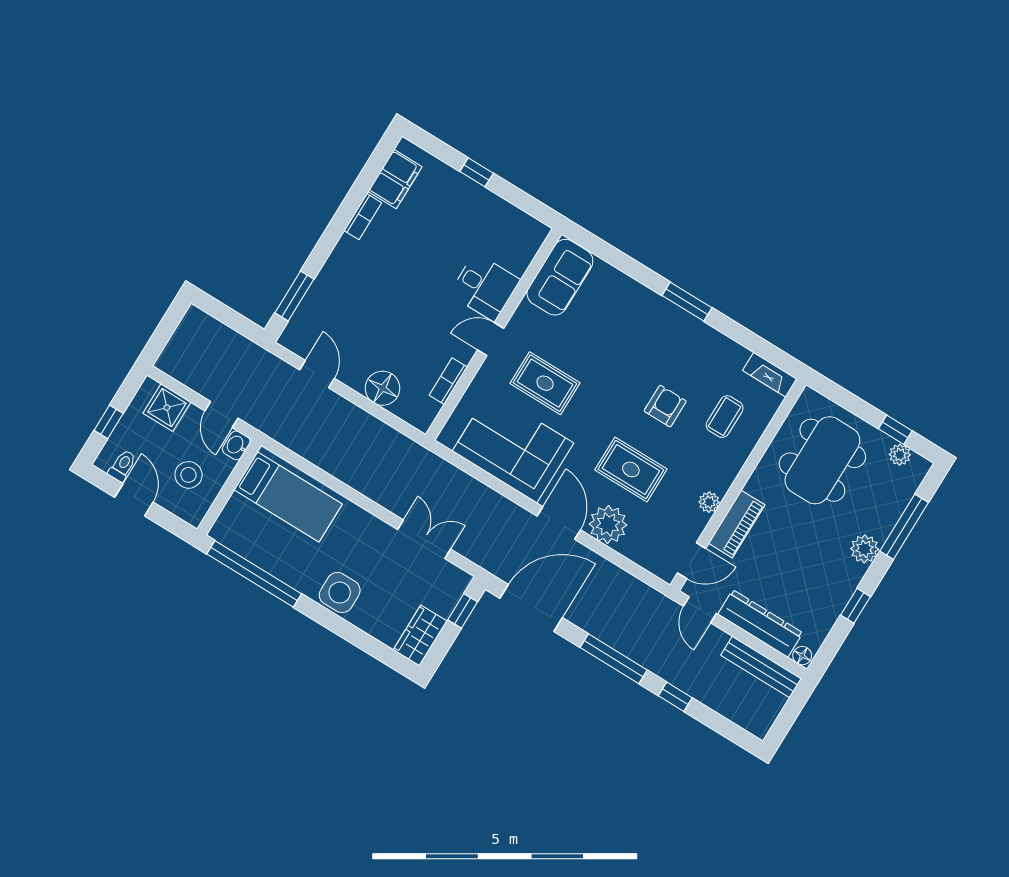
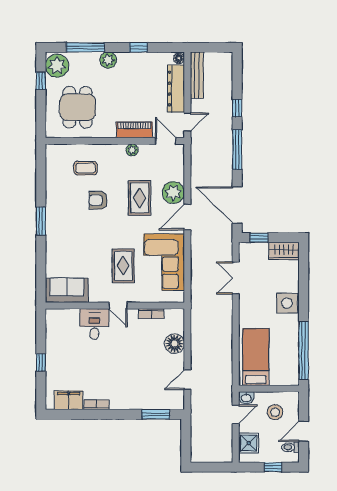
fireplace: (770, 375) -> (52, 159), removed
plant: (900, 455) -> (57, 66), width x1.87, depth x1.87
dining table: (822, 460) -> (78, 107), width x0.73

